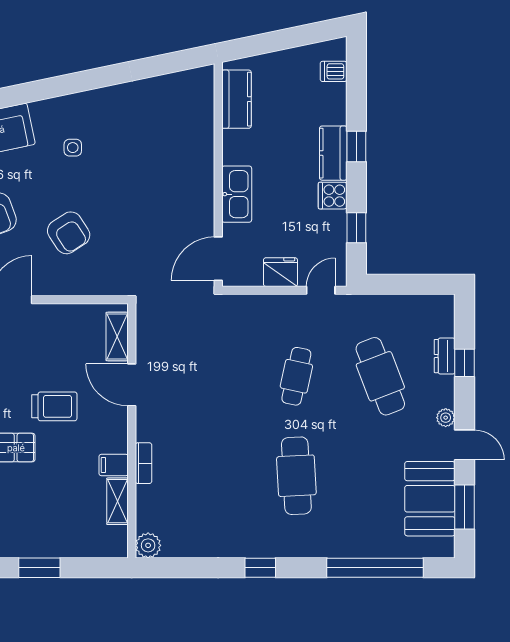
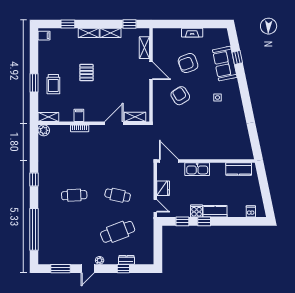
window: (356, 147) -> (204, 221), moved
armchair: (69, 233) -> (180, 96), turned 91
trolley: (54, 406) -> (53, 84), moved
cafe table: (296, 476) -> (74, 195), width x0.73, depth x0.74
booth: (430, 499) -> (64, 253), removed
shelving: (118, 501) -> (48, 117), moved

